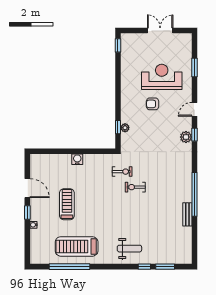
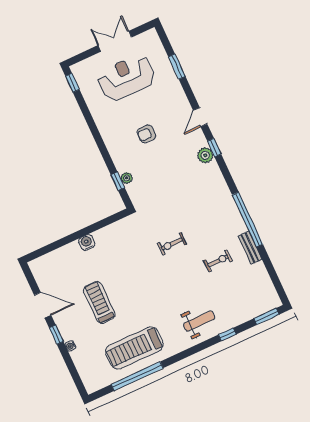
reception desk: (162, 77) -> (126, 78), moved
exercise bike: (122, 172) -> (218, 261), moved
window: (165, 267) -> (267, 316), moved

